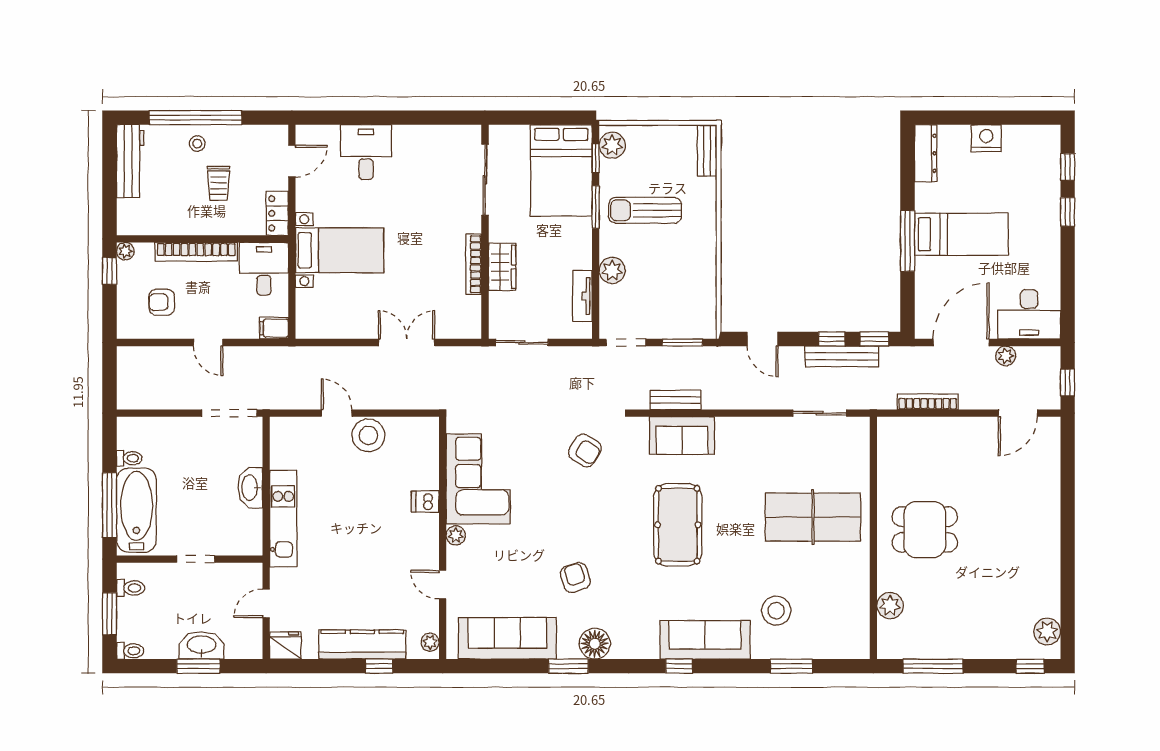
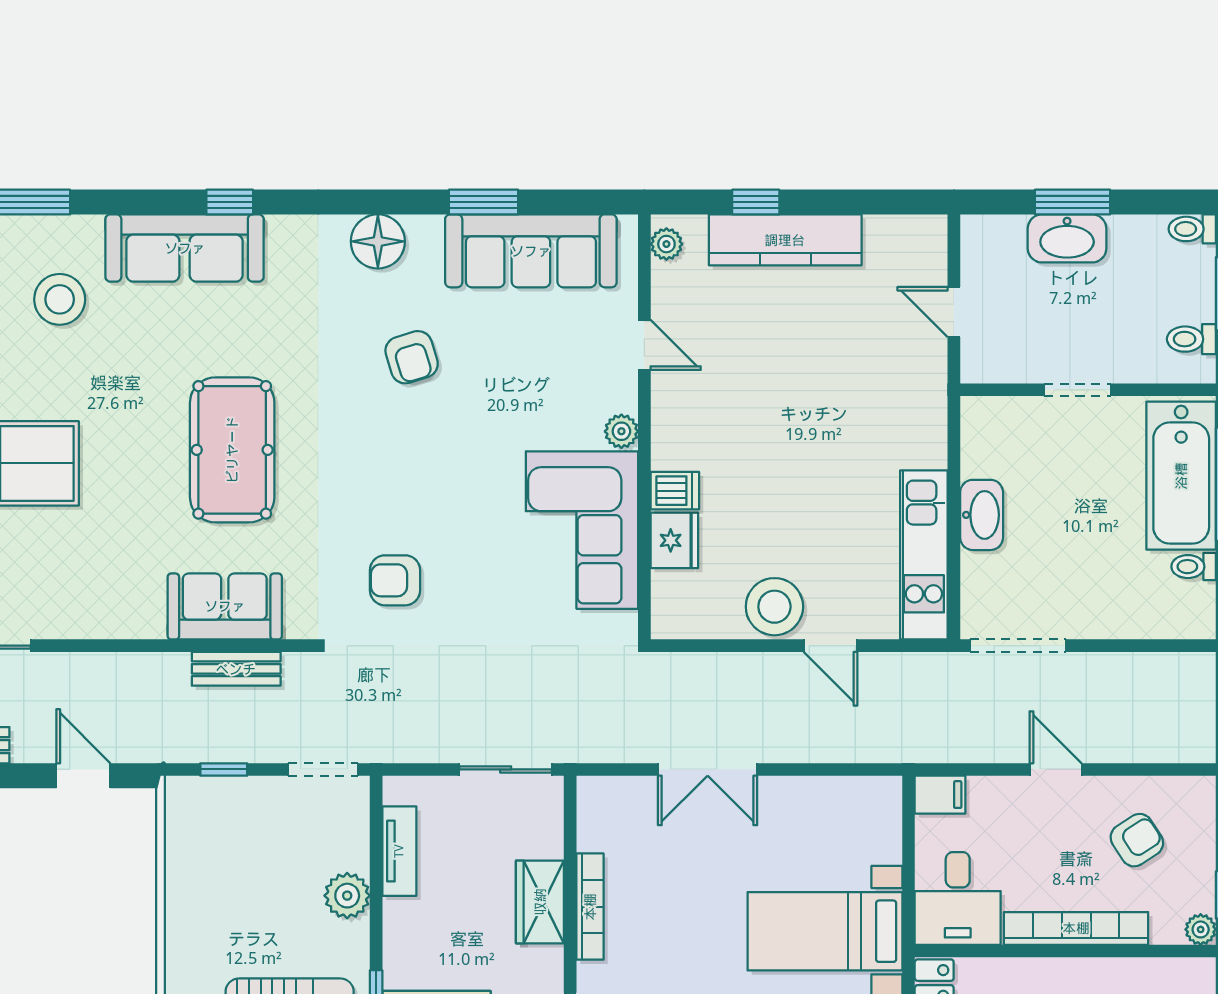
armchair: (162, 302) -> (1137, 840), turned -33
window: (683, 342) -> (224, 769), width x0.67
armchair: (585, 450) -> (395, 580), turned -32
kitchen unit: (283, 519) -> (924, 555), moved
door: (266, 603) -> (954, 312), swing flipped
fridge: (285, 646) -> (674, 540), moved, turned -90
window: (568, 666) -> (483, 202), moved

